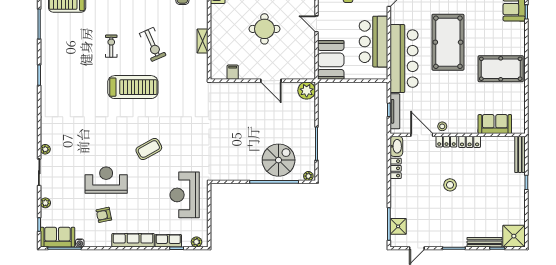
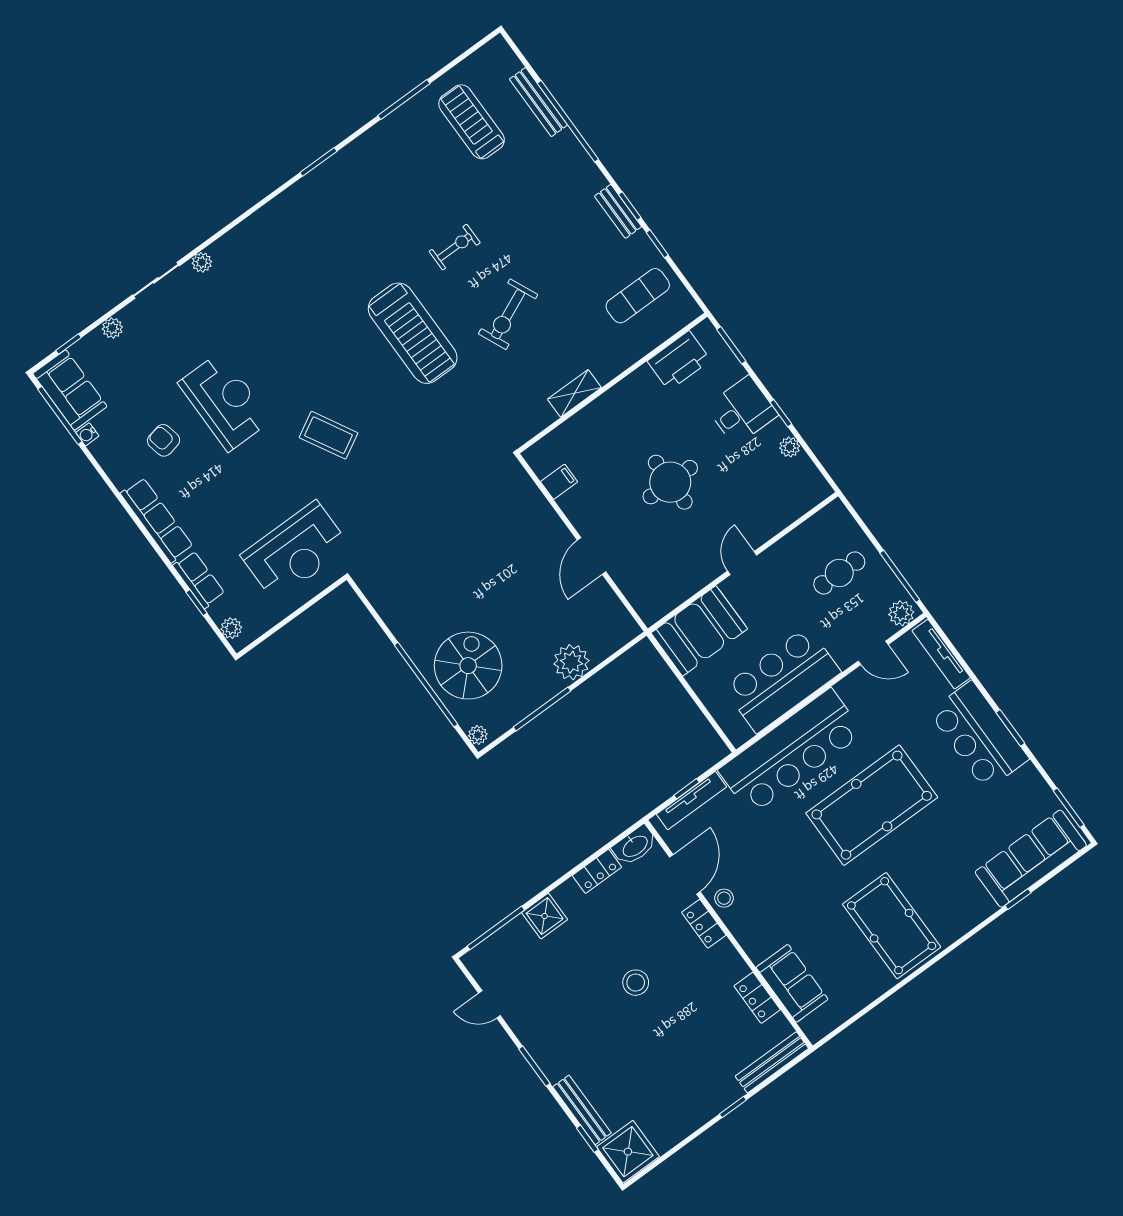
plant: (307, 91) -> (571, 662), moved
locker: (470, 142) -> (757, 998), moved
spiral stairs: (279, 160) -> (468, 666), turned -90
reception desk: (185, 195) -> (295, 551), turned 180
shower: (398, 226) -> (545, 916), moved

